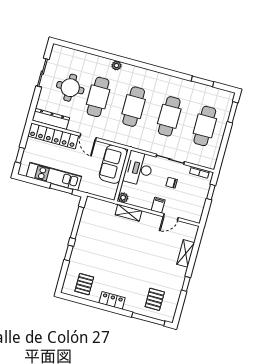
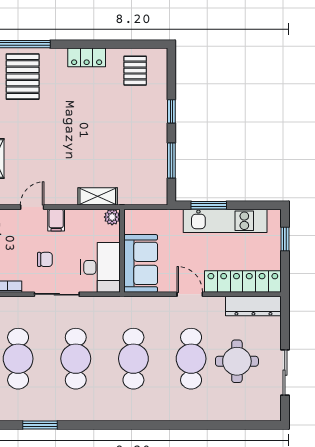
plant: (116, 66) -> (176, 414), removed
window: (77, 223) -> (171, 161), width x0.69
pallet: (155, 299) -> (23, 77), width x1.50, depth x1.42

